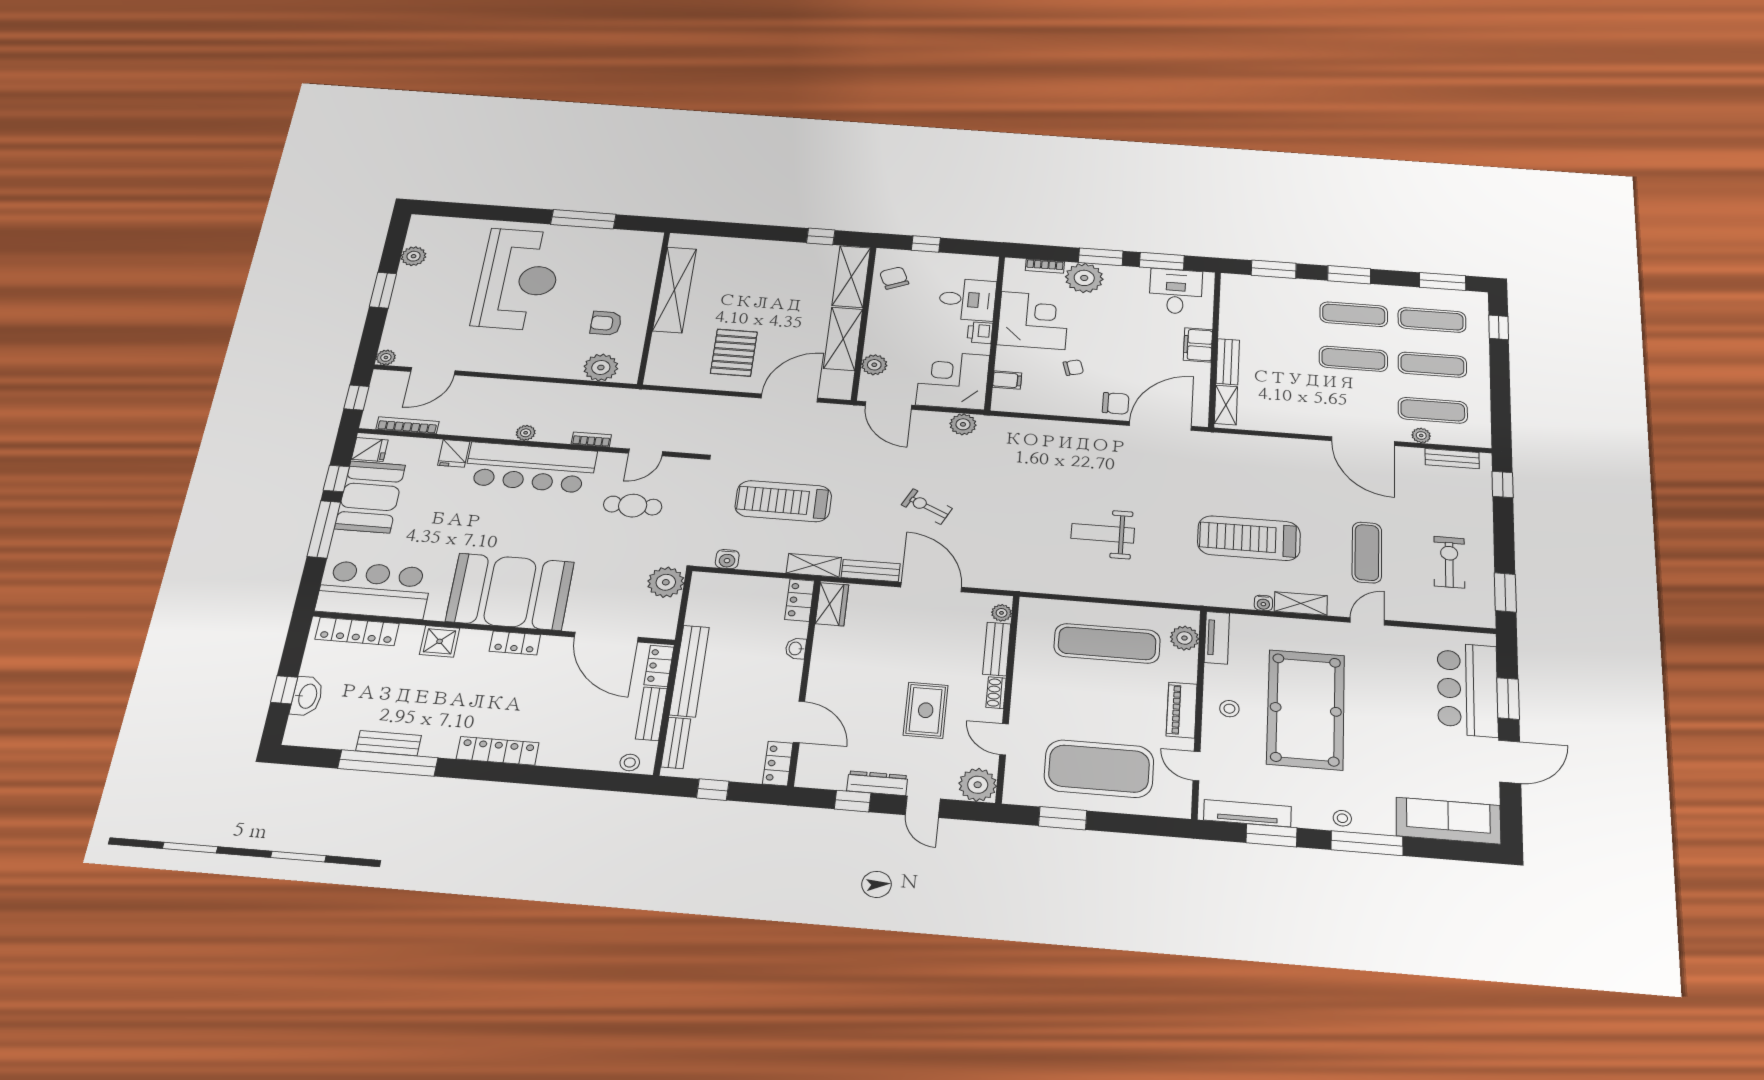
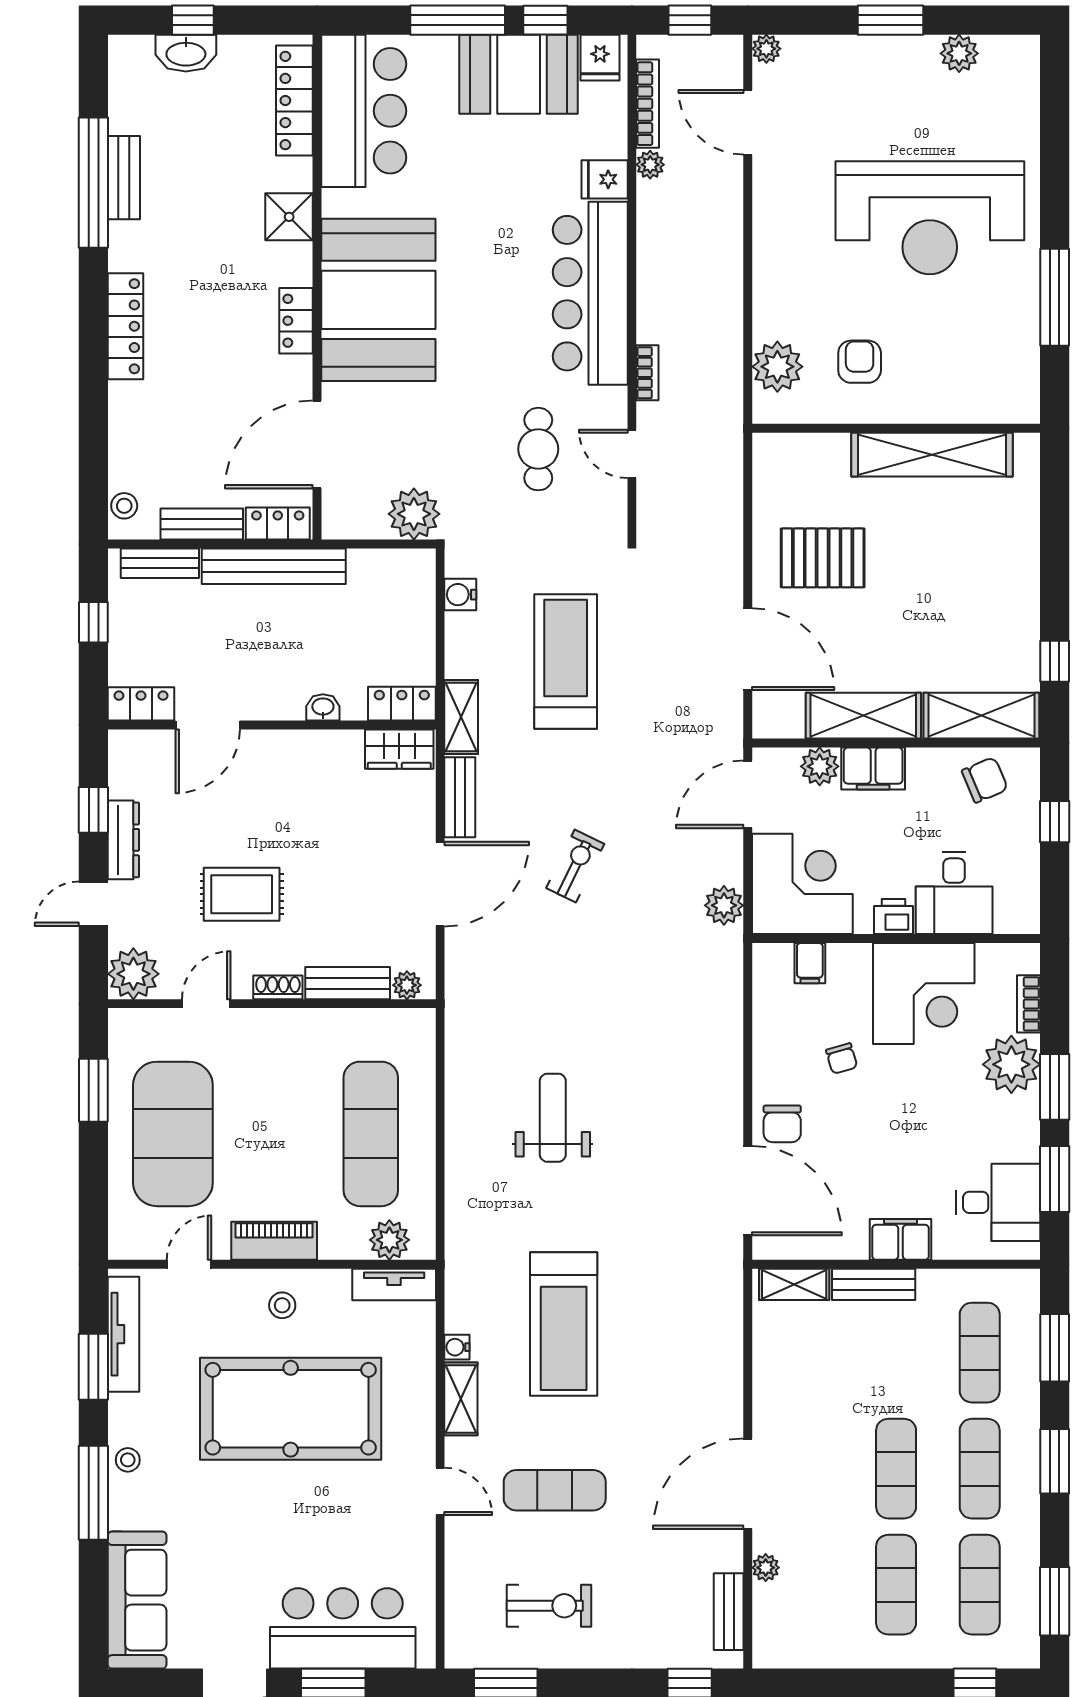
filing cabinet: (879, 336) -> (873, 769), added
exercise mat: (1433, 410) -> (980, 1353), moved
plant: (526, 433) -> (650, 165), moved
treadmill: (1249, 538) -> (564, 1324), turned 180

